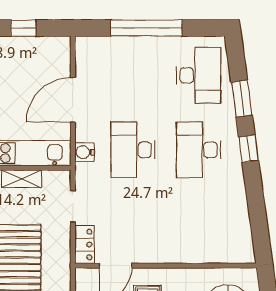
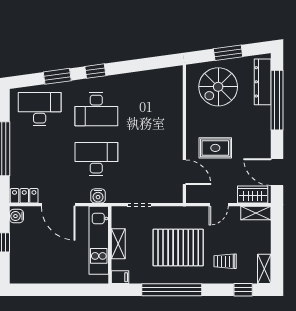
water cooler: (58, 45) -> (17, 216), added
desk: (133, 150) -> (96, 159), turned 180
locker: (84, 245) -> (24, 196), moved

